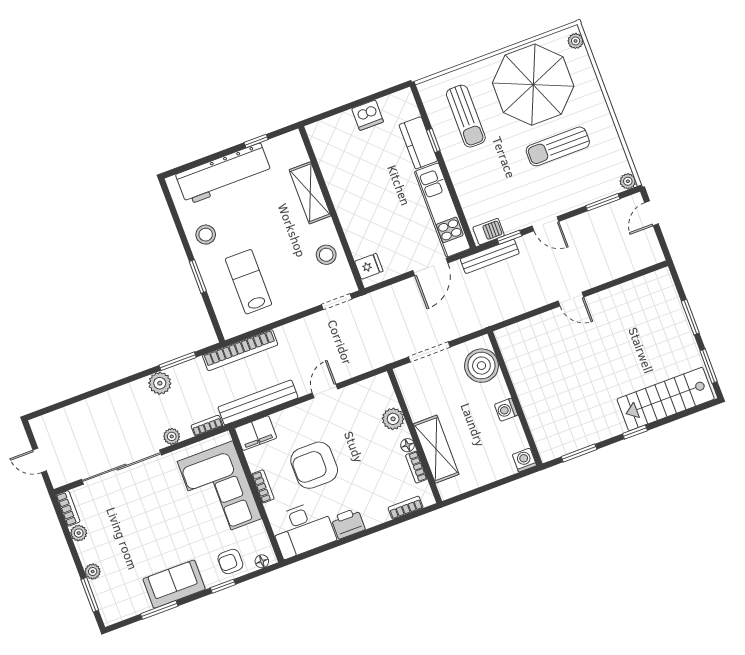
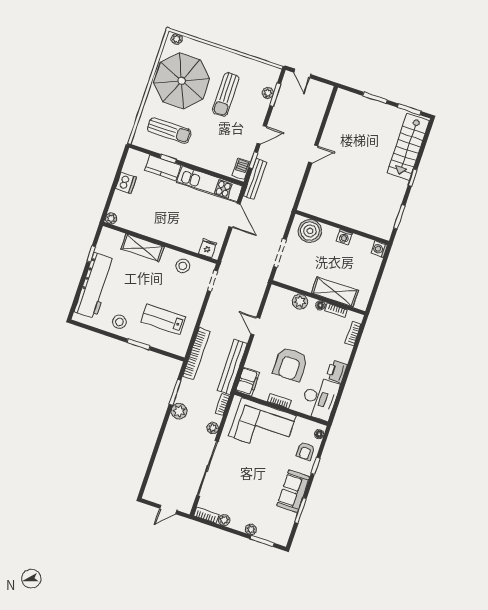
plant: (314, 131) -> (111, 218), added
plant: (628, 181) -> (268, 93), moved

